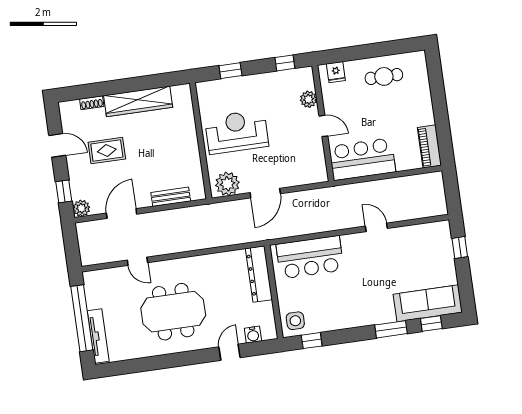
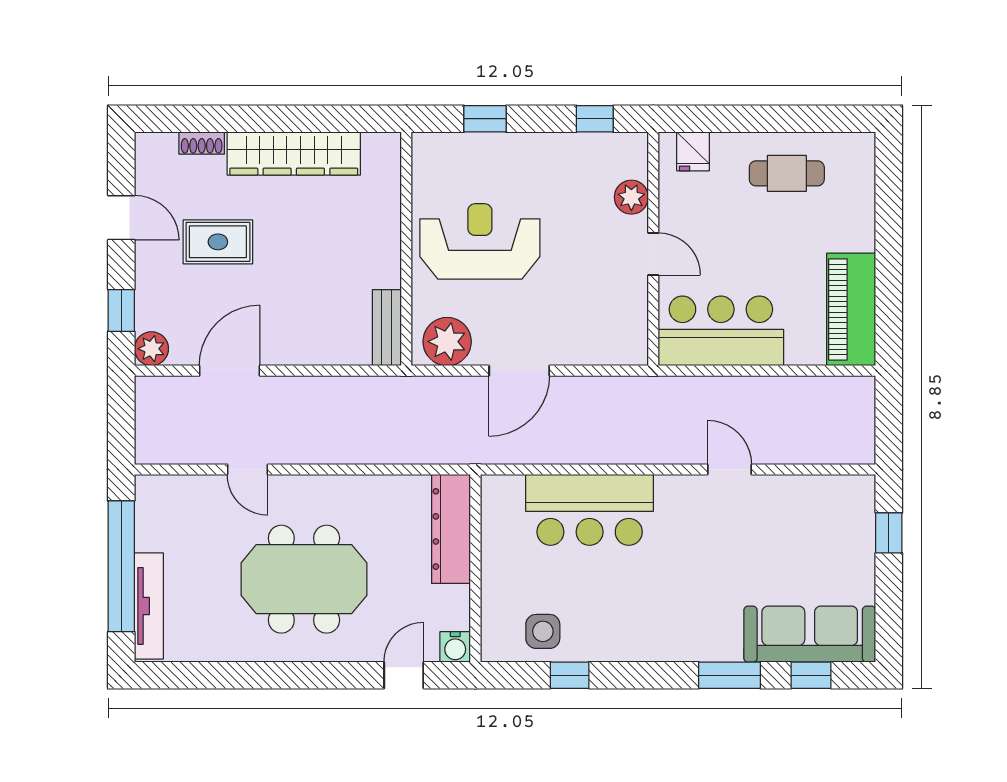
piano: (429, 146) -> (851, 309), width x1.37, depth x1.33
bench: (171, 197) -> (387, 328), moved, turned 90
dresser: (259, 274) -> (451, 529), moved
wall: (274, 292) -> (475, 568), moved

